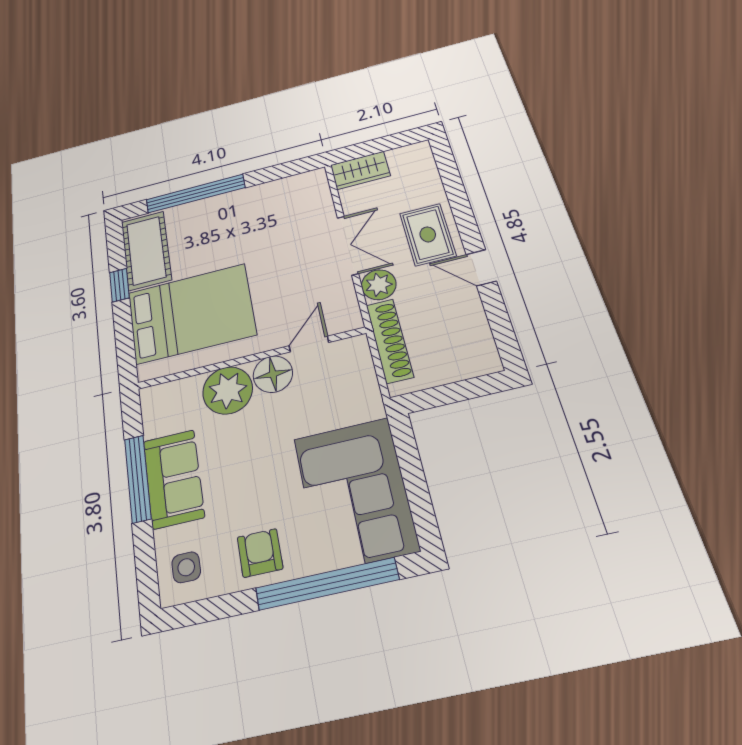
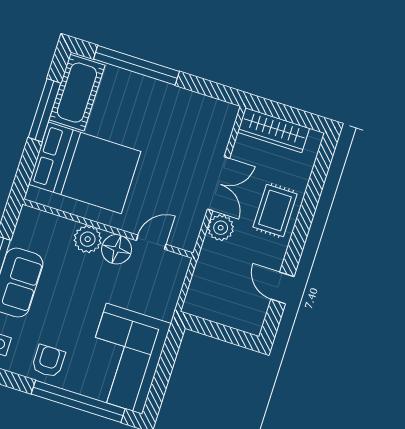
wardrobe: (360, 170) -> (273, 130), width x1.50
door: (481, 268) -> (283, 288), moved
window: (119, 285) -> (45, 110), width x2.17
shoe rack: (390, 341) -> (203, 273), removed
plant: (228, 390) -> (88, 239), width x0.73, depth x0.73

